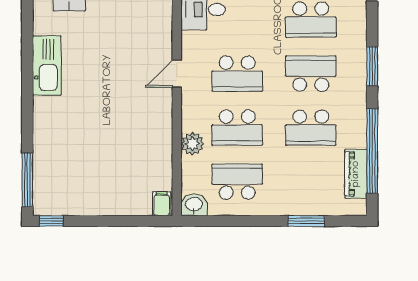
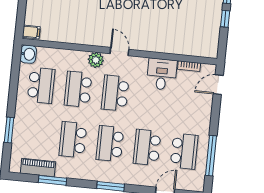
school desk: (311, 74) -> (110, 144), turned 180
plant: (192, 144) -> (96, 60), moved
window: (372, 151) -> (52, 180), width x0.47

